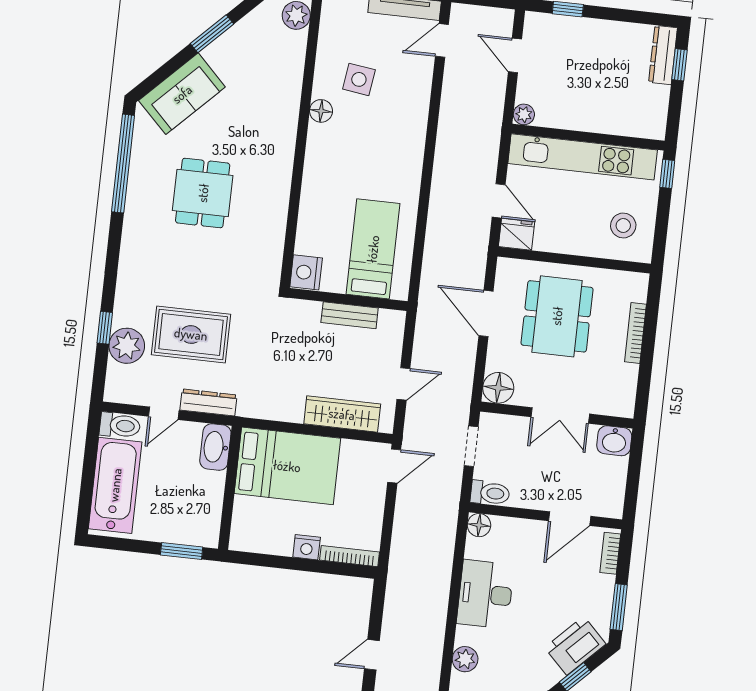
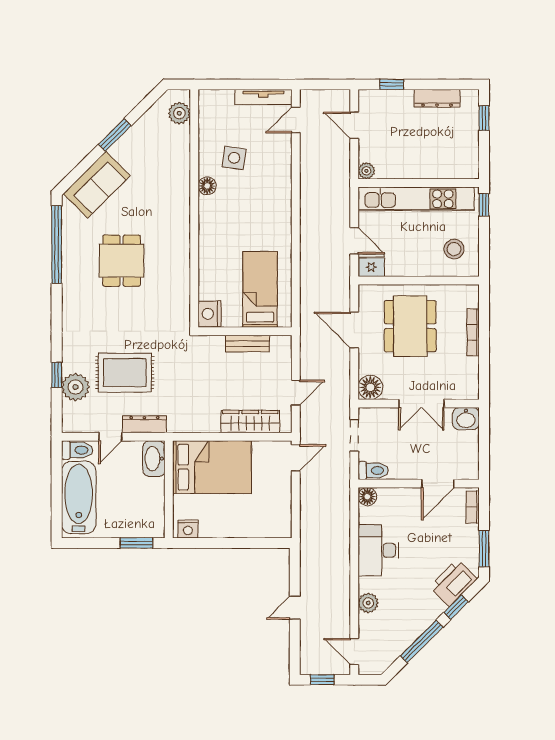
dresser: (663, 55) -> (437, 98), moved, turned -90
nightstand: (307, 547) -> (188, 529), moved
bookcase: (350, 556) -> (269, 532), removed

